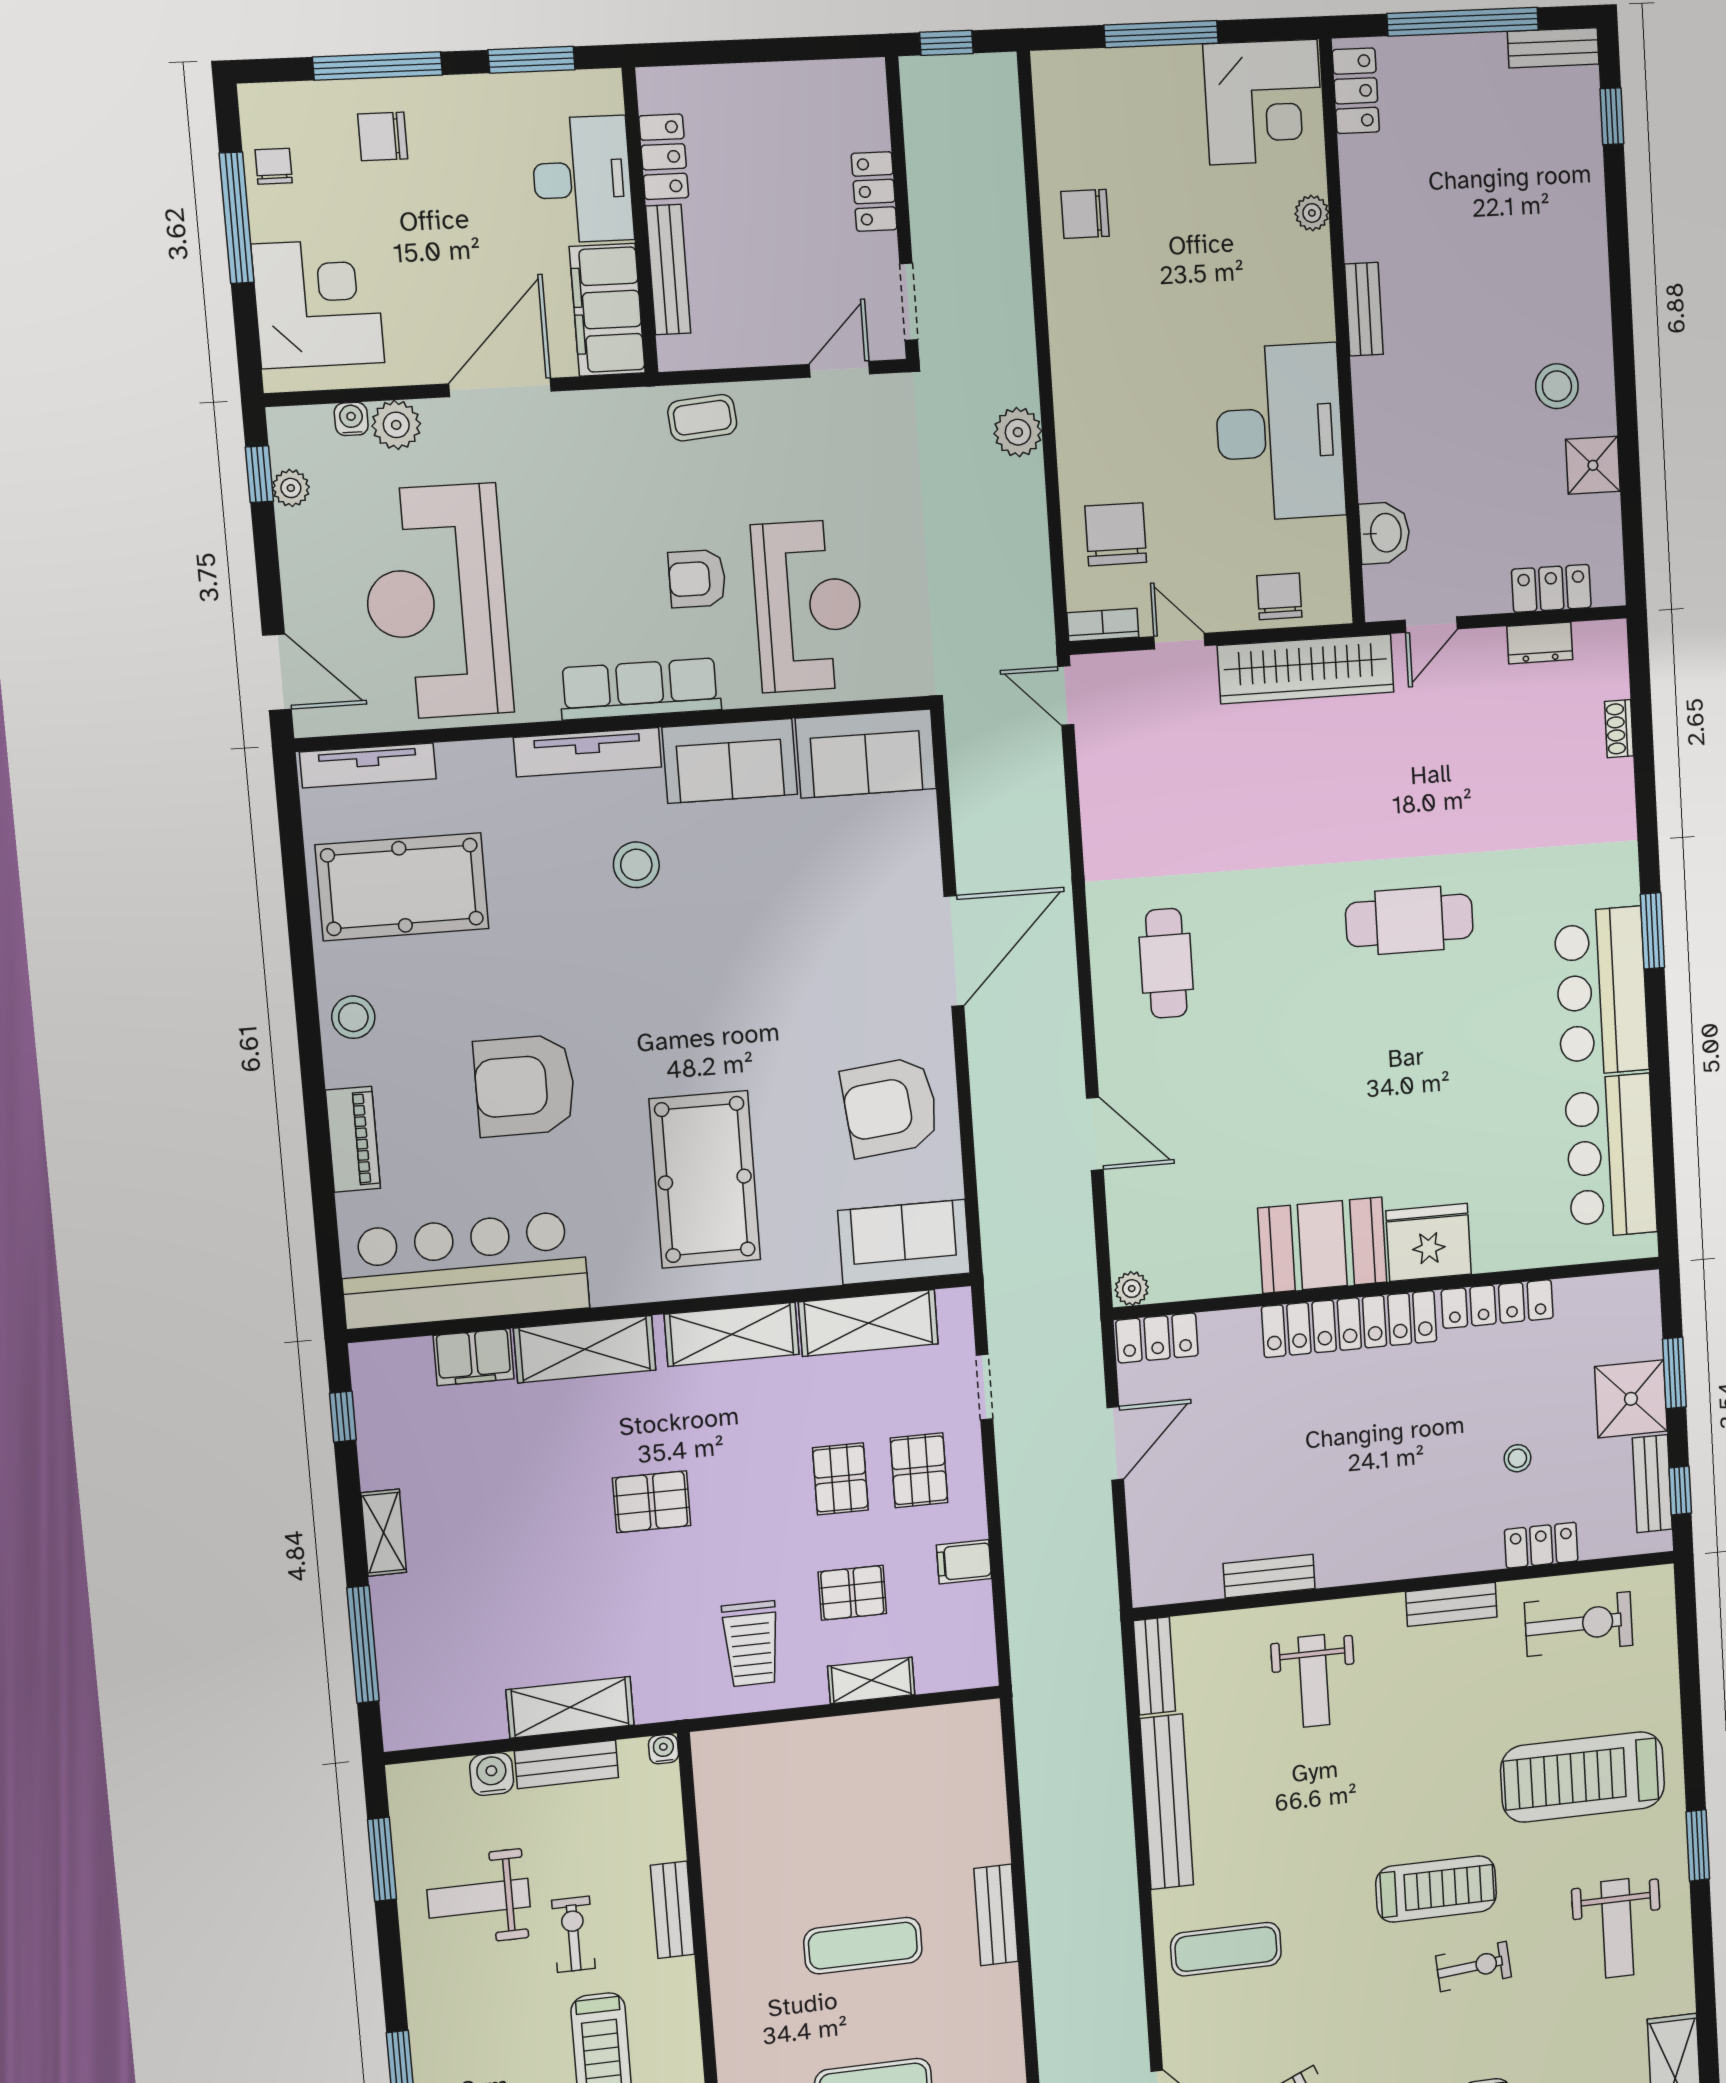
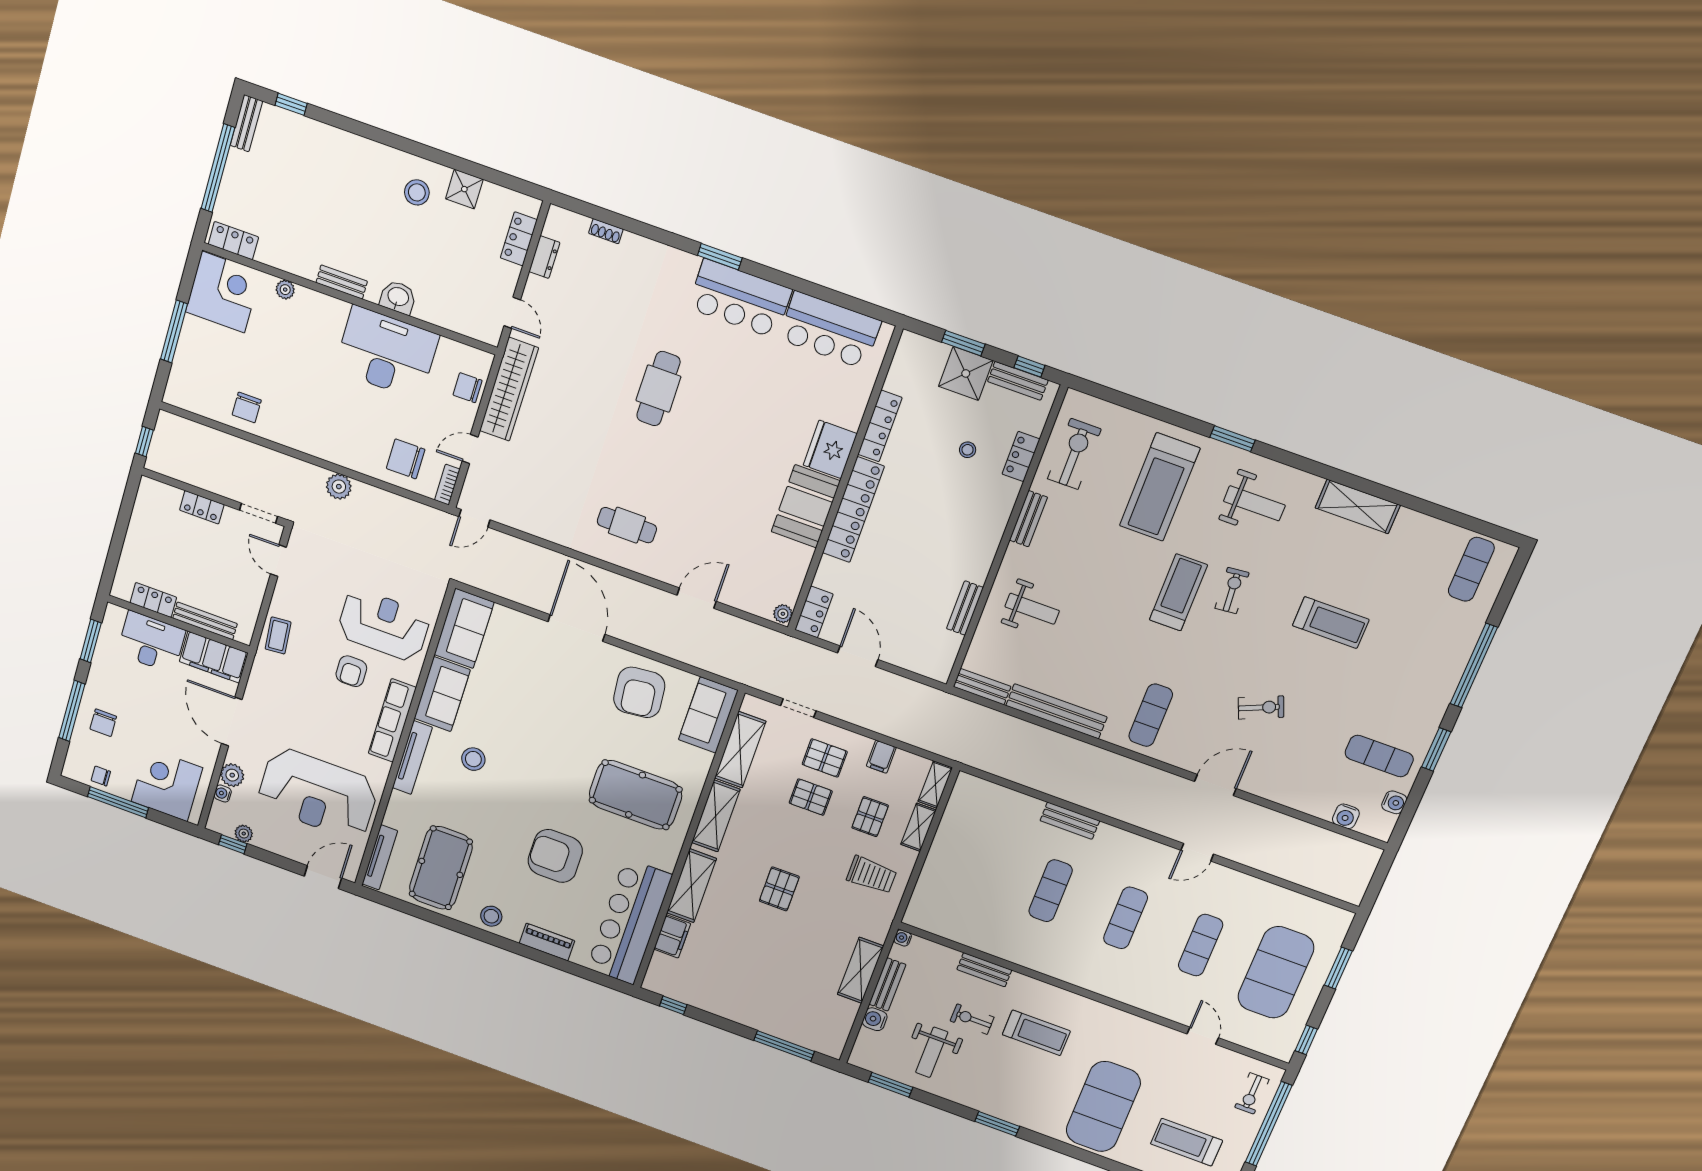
washbasin: (1384, 533) -> (398, 297), moved
armchair: (525, 1086) -> (555, 856), turned 90
shelving: (384, 1533) -> (935, 785), moved, turned 90

